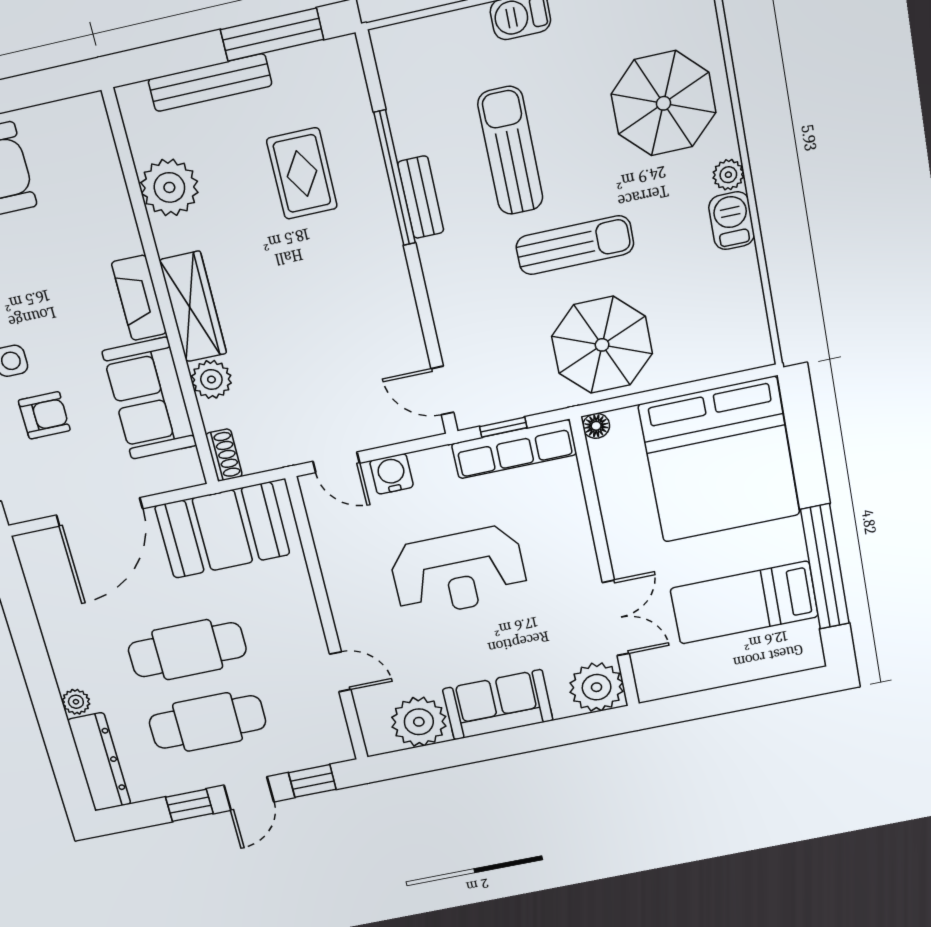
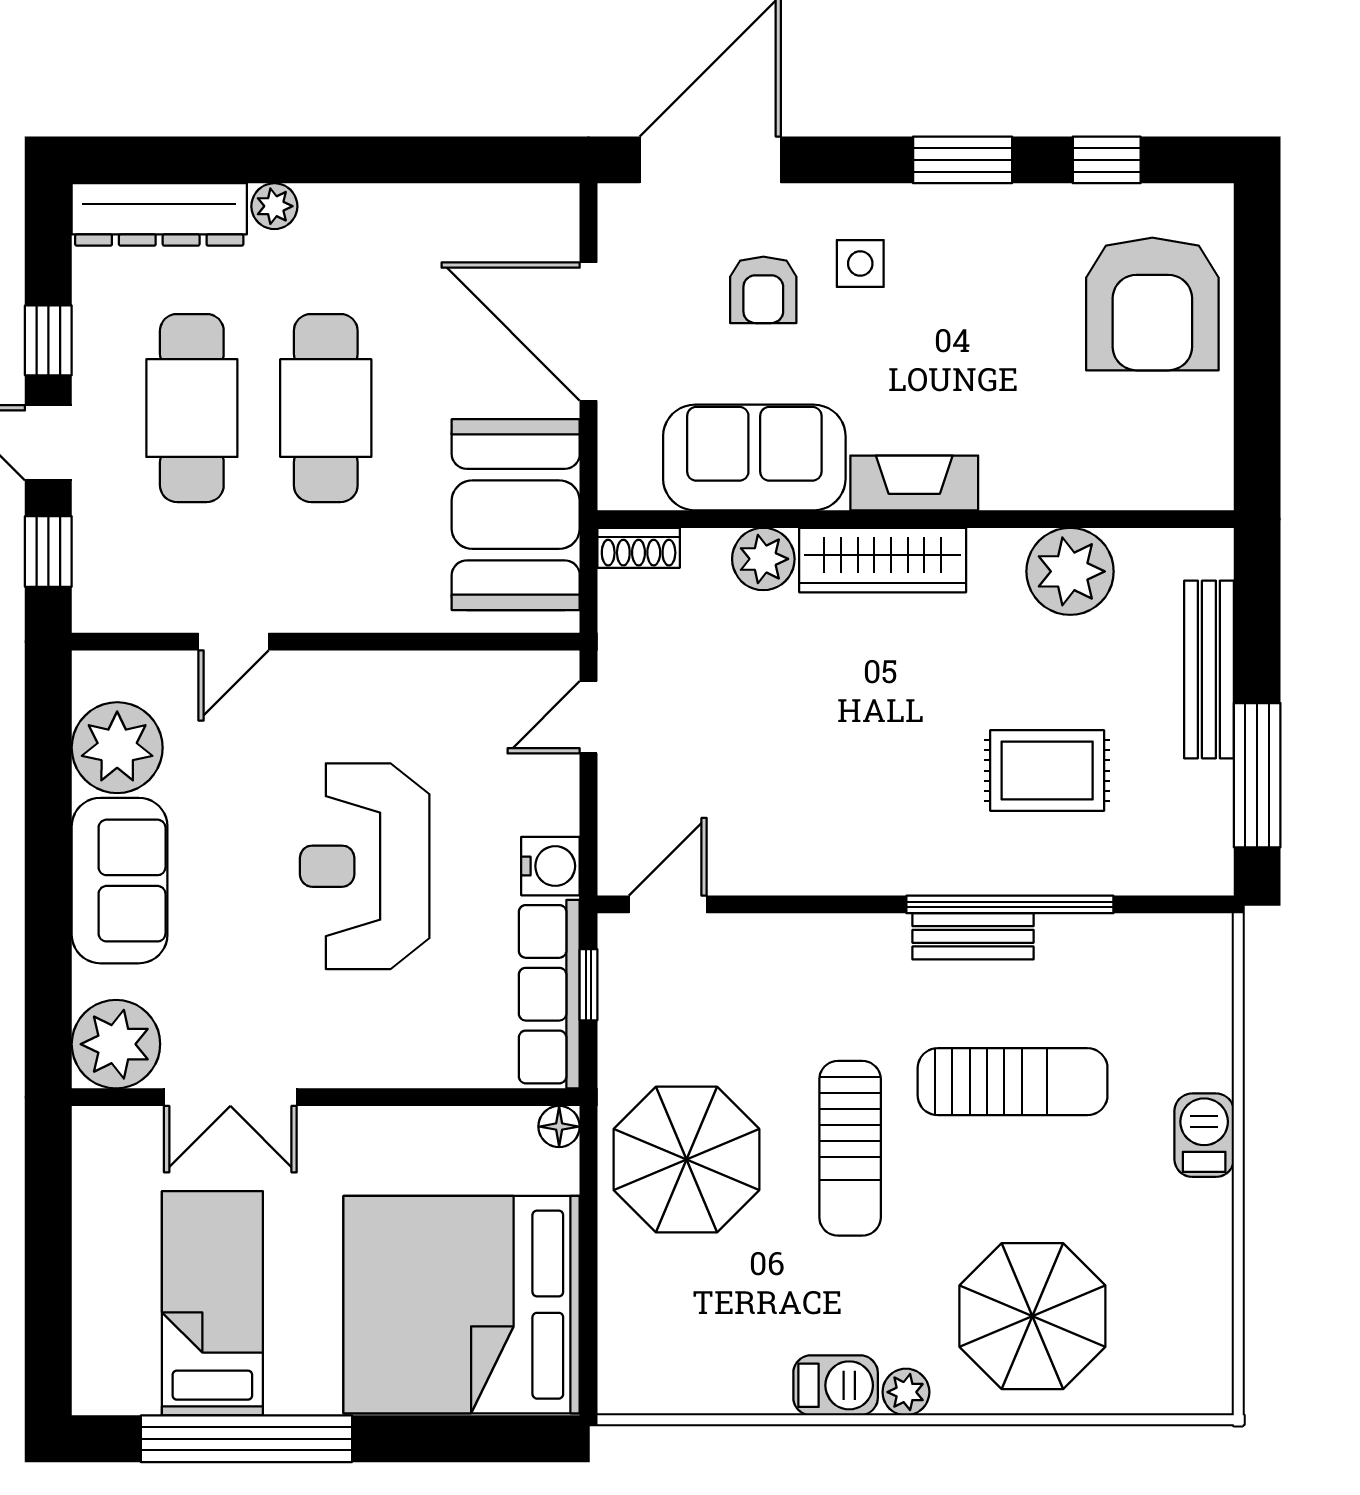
water cooler: (392, 474) -> (550, 866), moved

